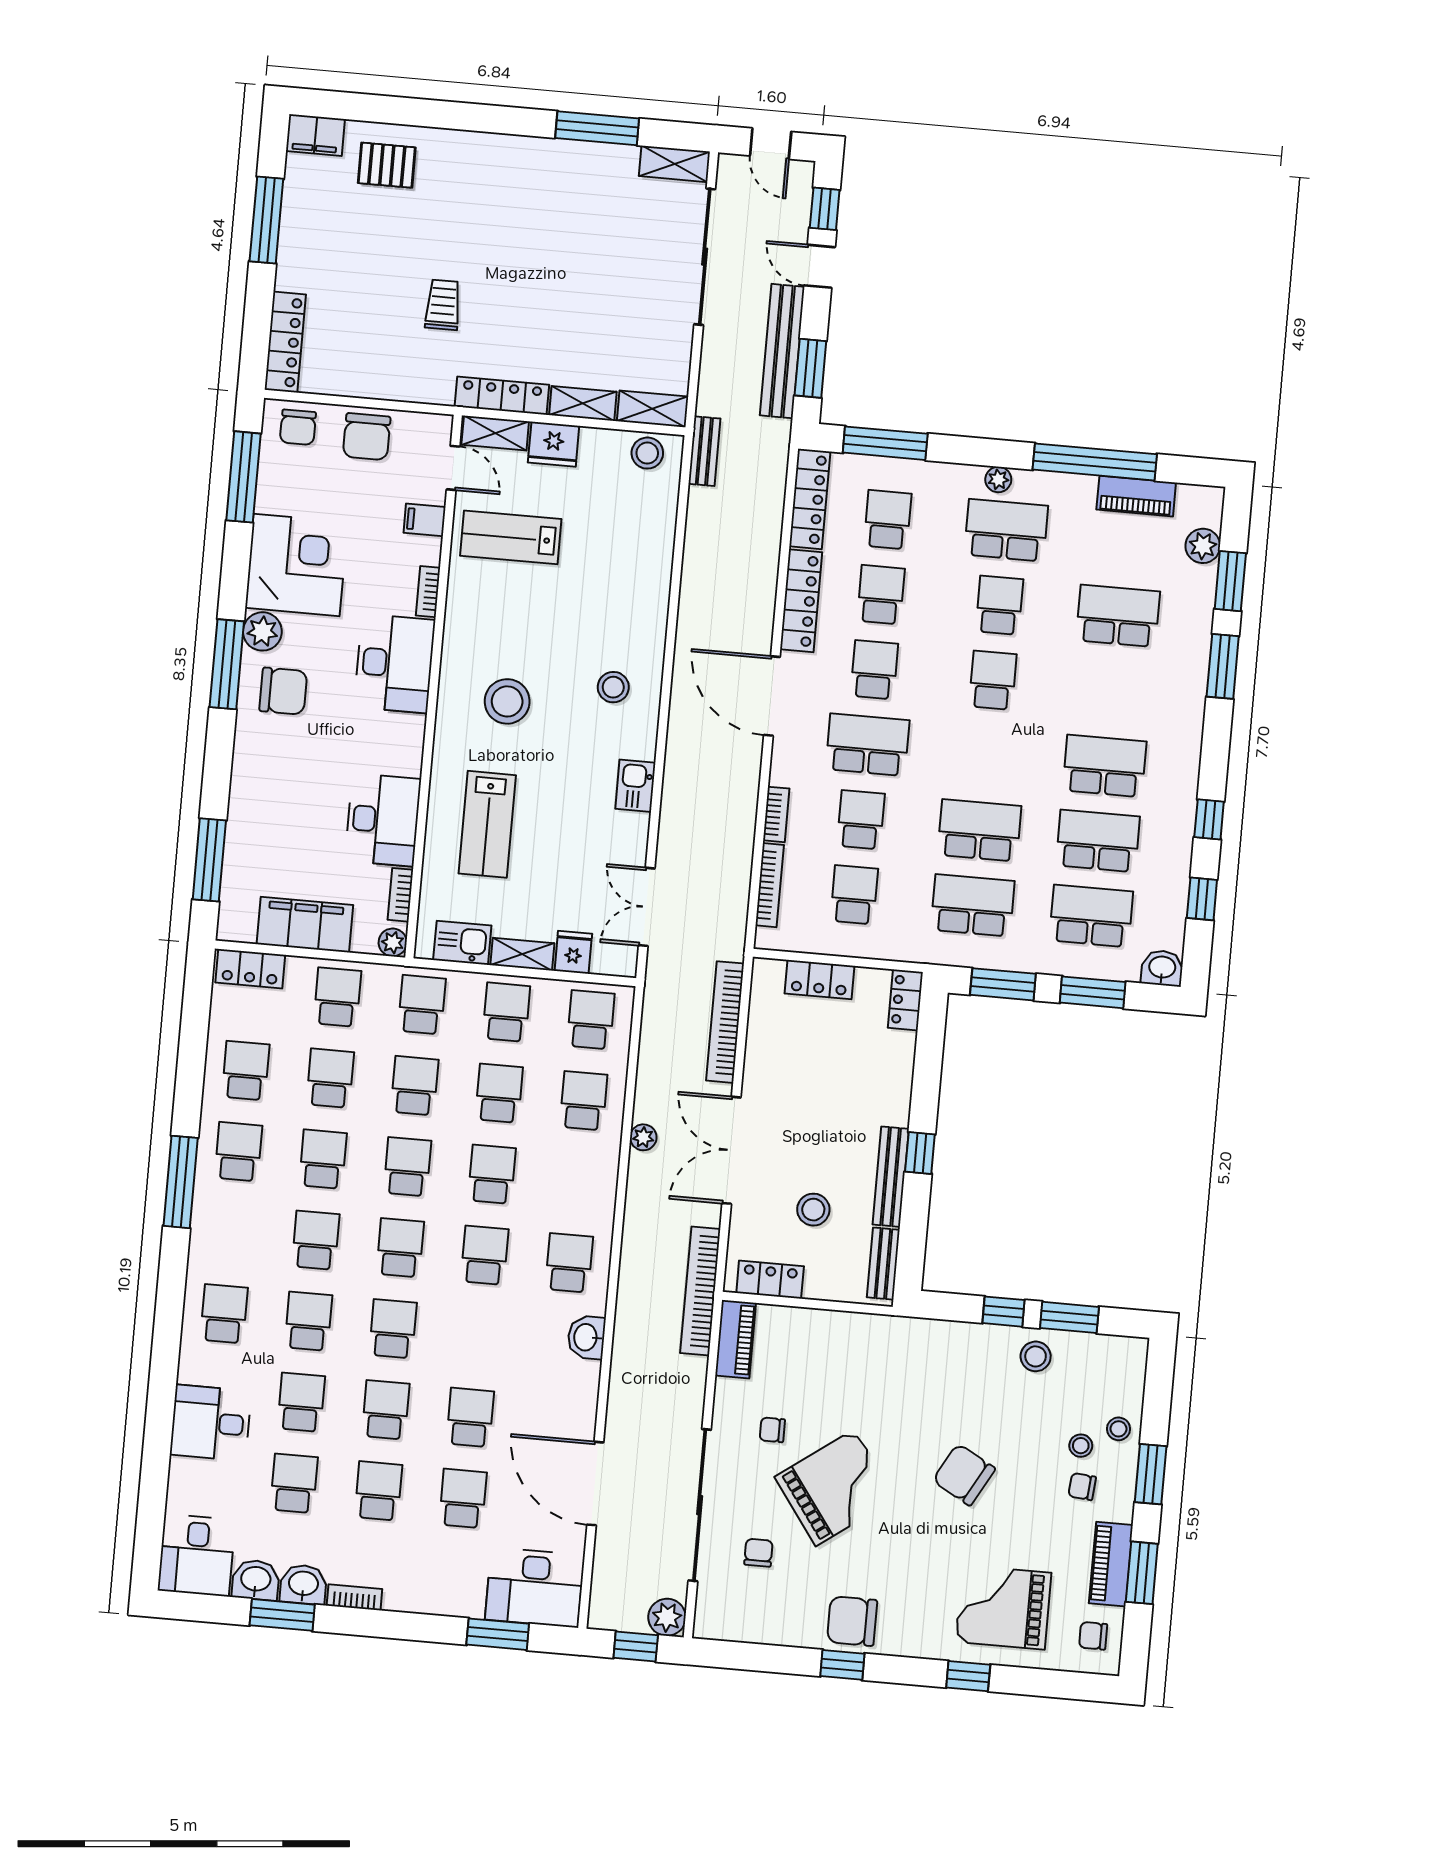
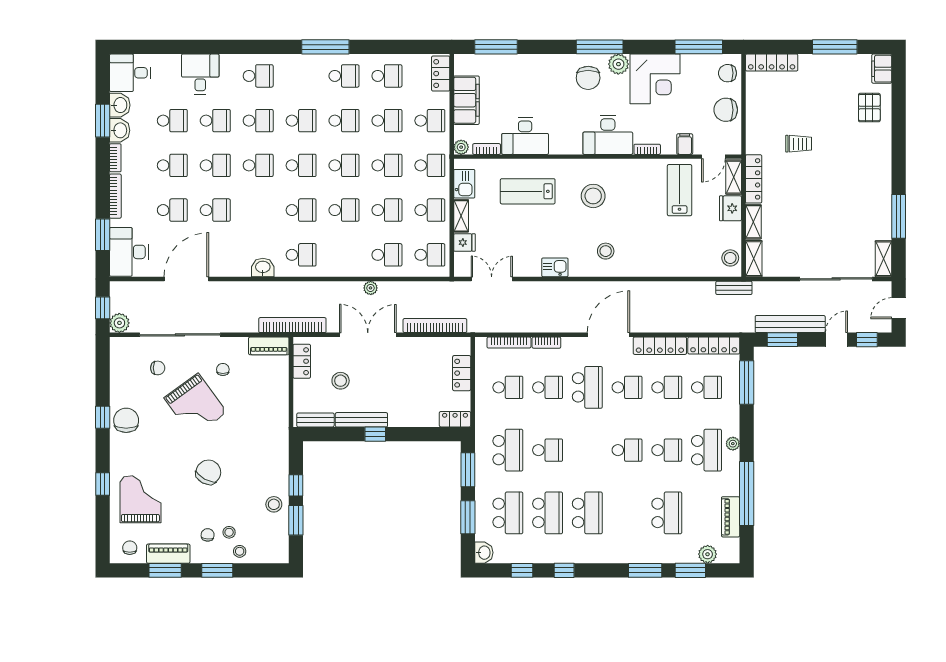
school desk: (979, 830) -> (548, 450), width x0.54
bookcase: (427, 1604) -> (115, 196), added

